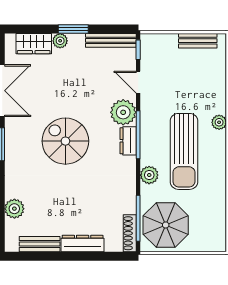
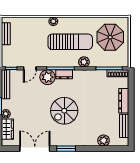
parasol: (166, 225) -> (110, 37), moved

